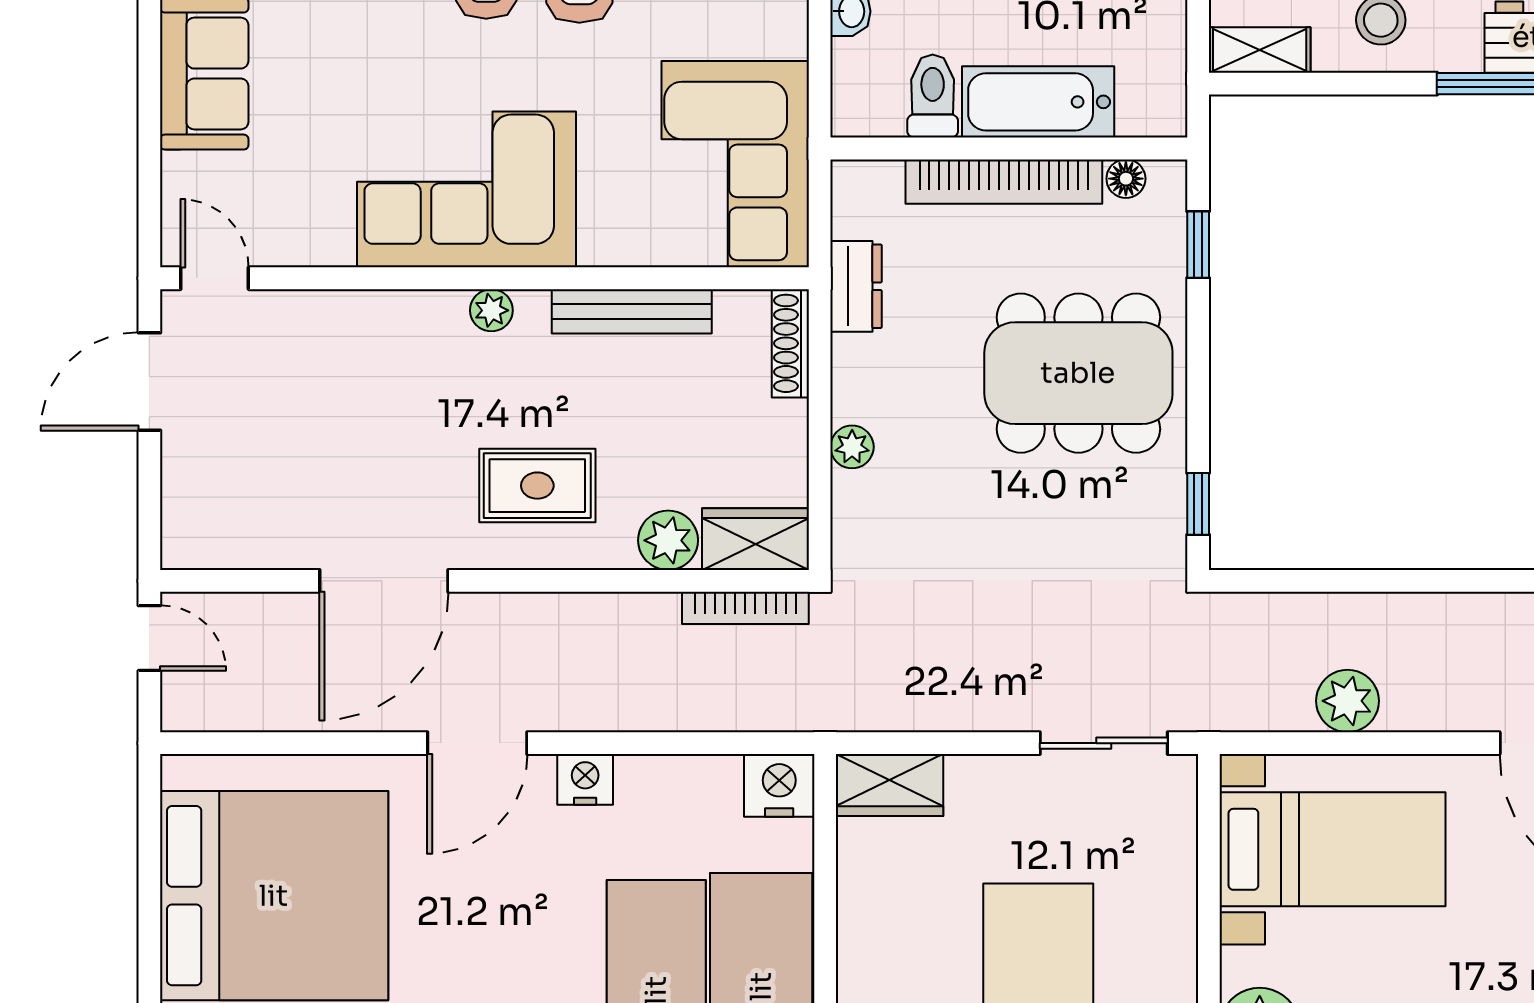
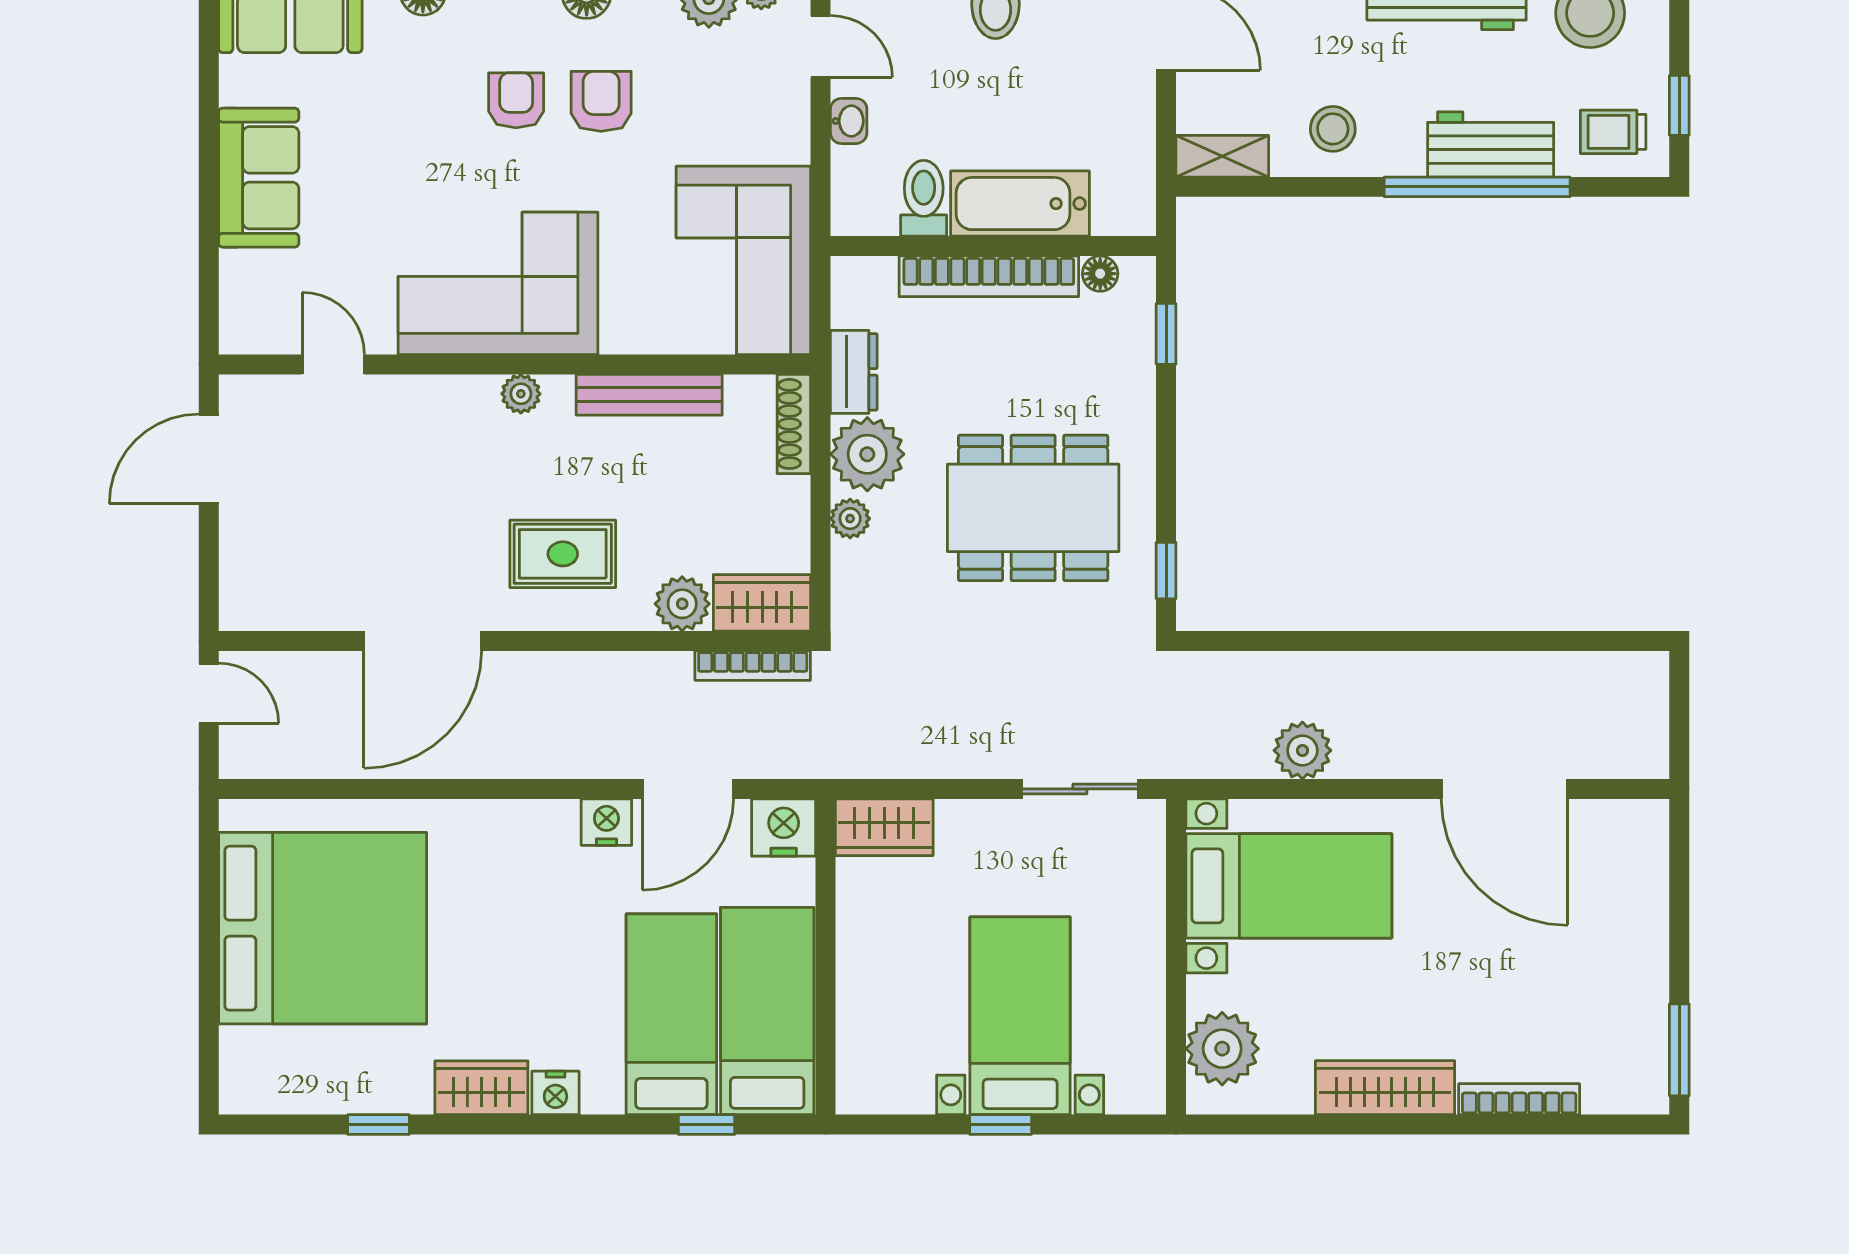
door: (215, 278) -> (333, 365), moved
dining table: (1078, 373) -> (1033, 508), moved
plant: (871, 376) -> (867, 454), added
door: (477, 743) -> (688, 789), moved

